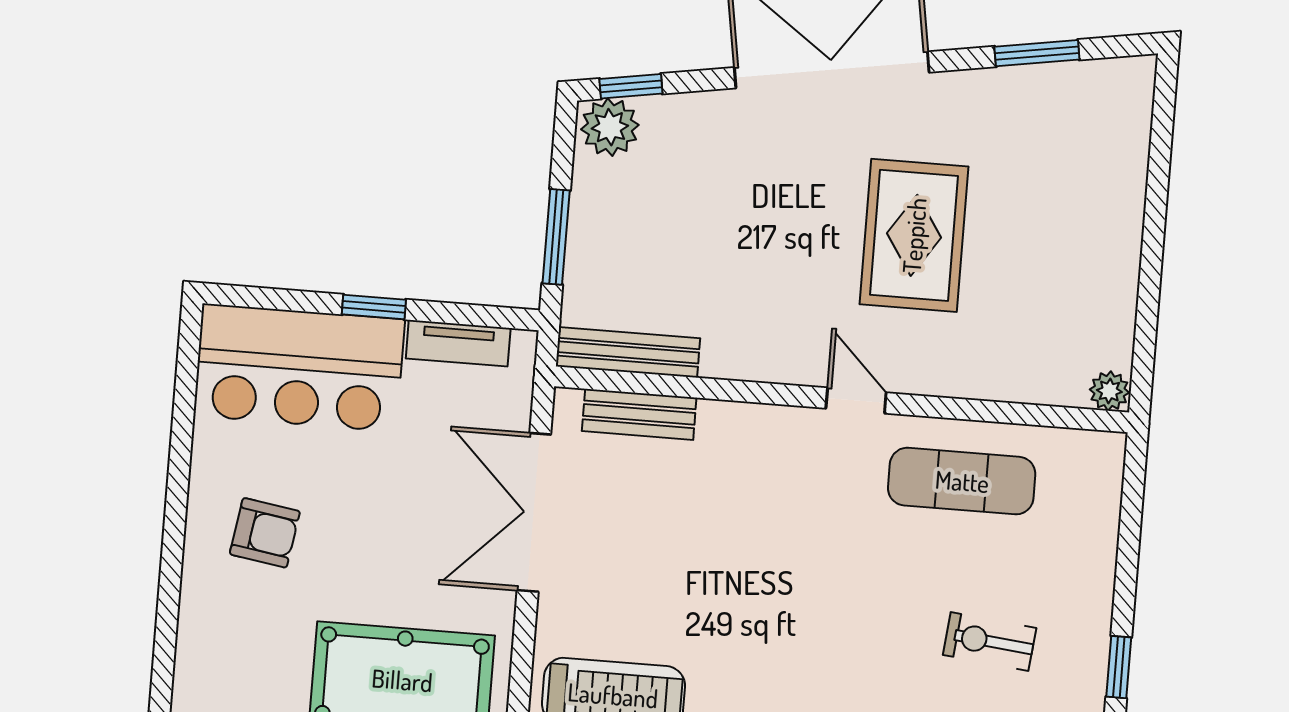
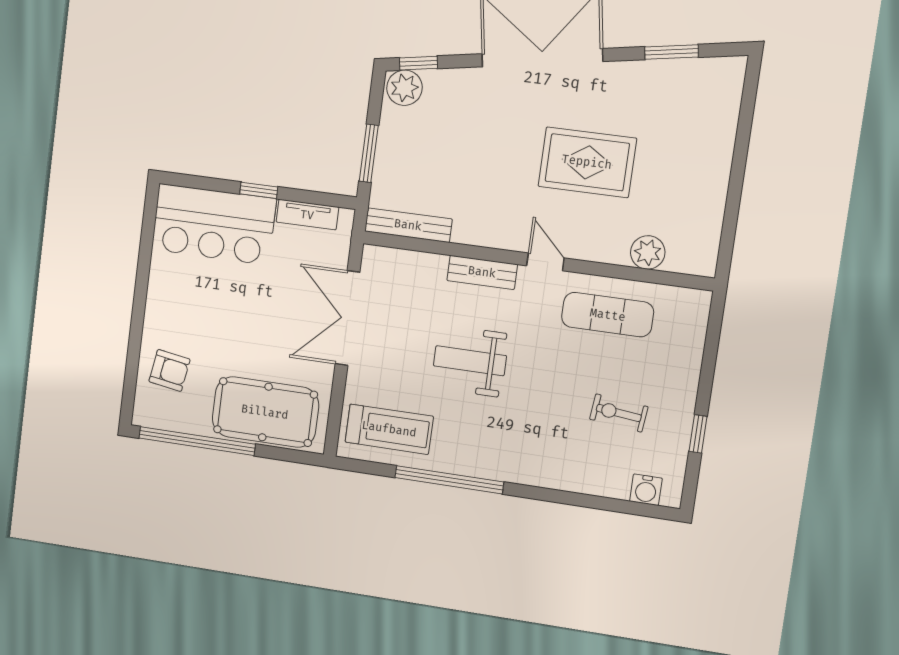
rug: (914, 235) -> (587, 162), turned 90
plant: (1109, 391) -> (648, 252), moved, width x1.38, depth x1.38
bench: (639, 414) -> (482, 272), moved
armchair: (265, 533) -> (169, 370), moved
weight bench: (742, 571) -> (470, 361), added

